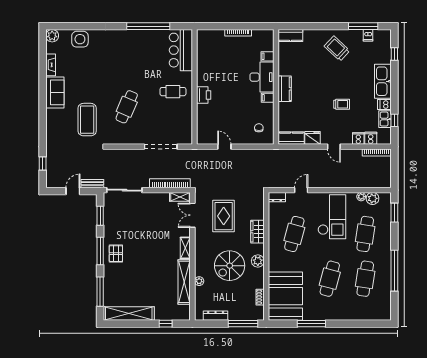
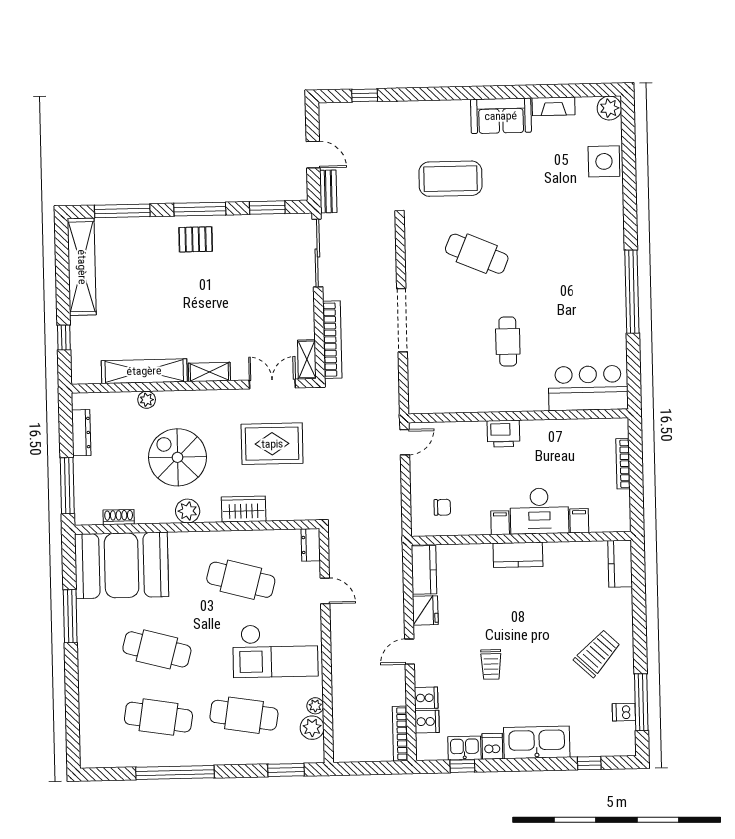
bar counter: (181, 50) -> (588, 388), moved
wall: (195, 87) -> (518, 416), moved
printer: (204, 95) -> (503, 434), moved

